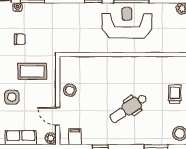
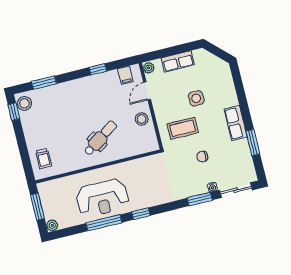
trolley: (175, 94) -> (44, 158), moved
dental chair: (128, 108) -> (100, 138), moved
door: (58, 116) -> (147, 91), swing flipped

